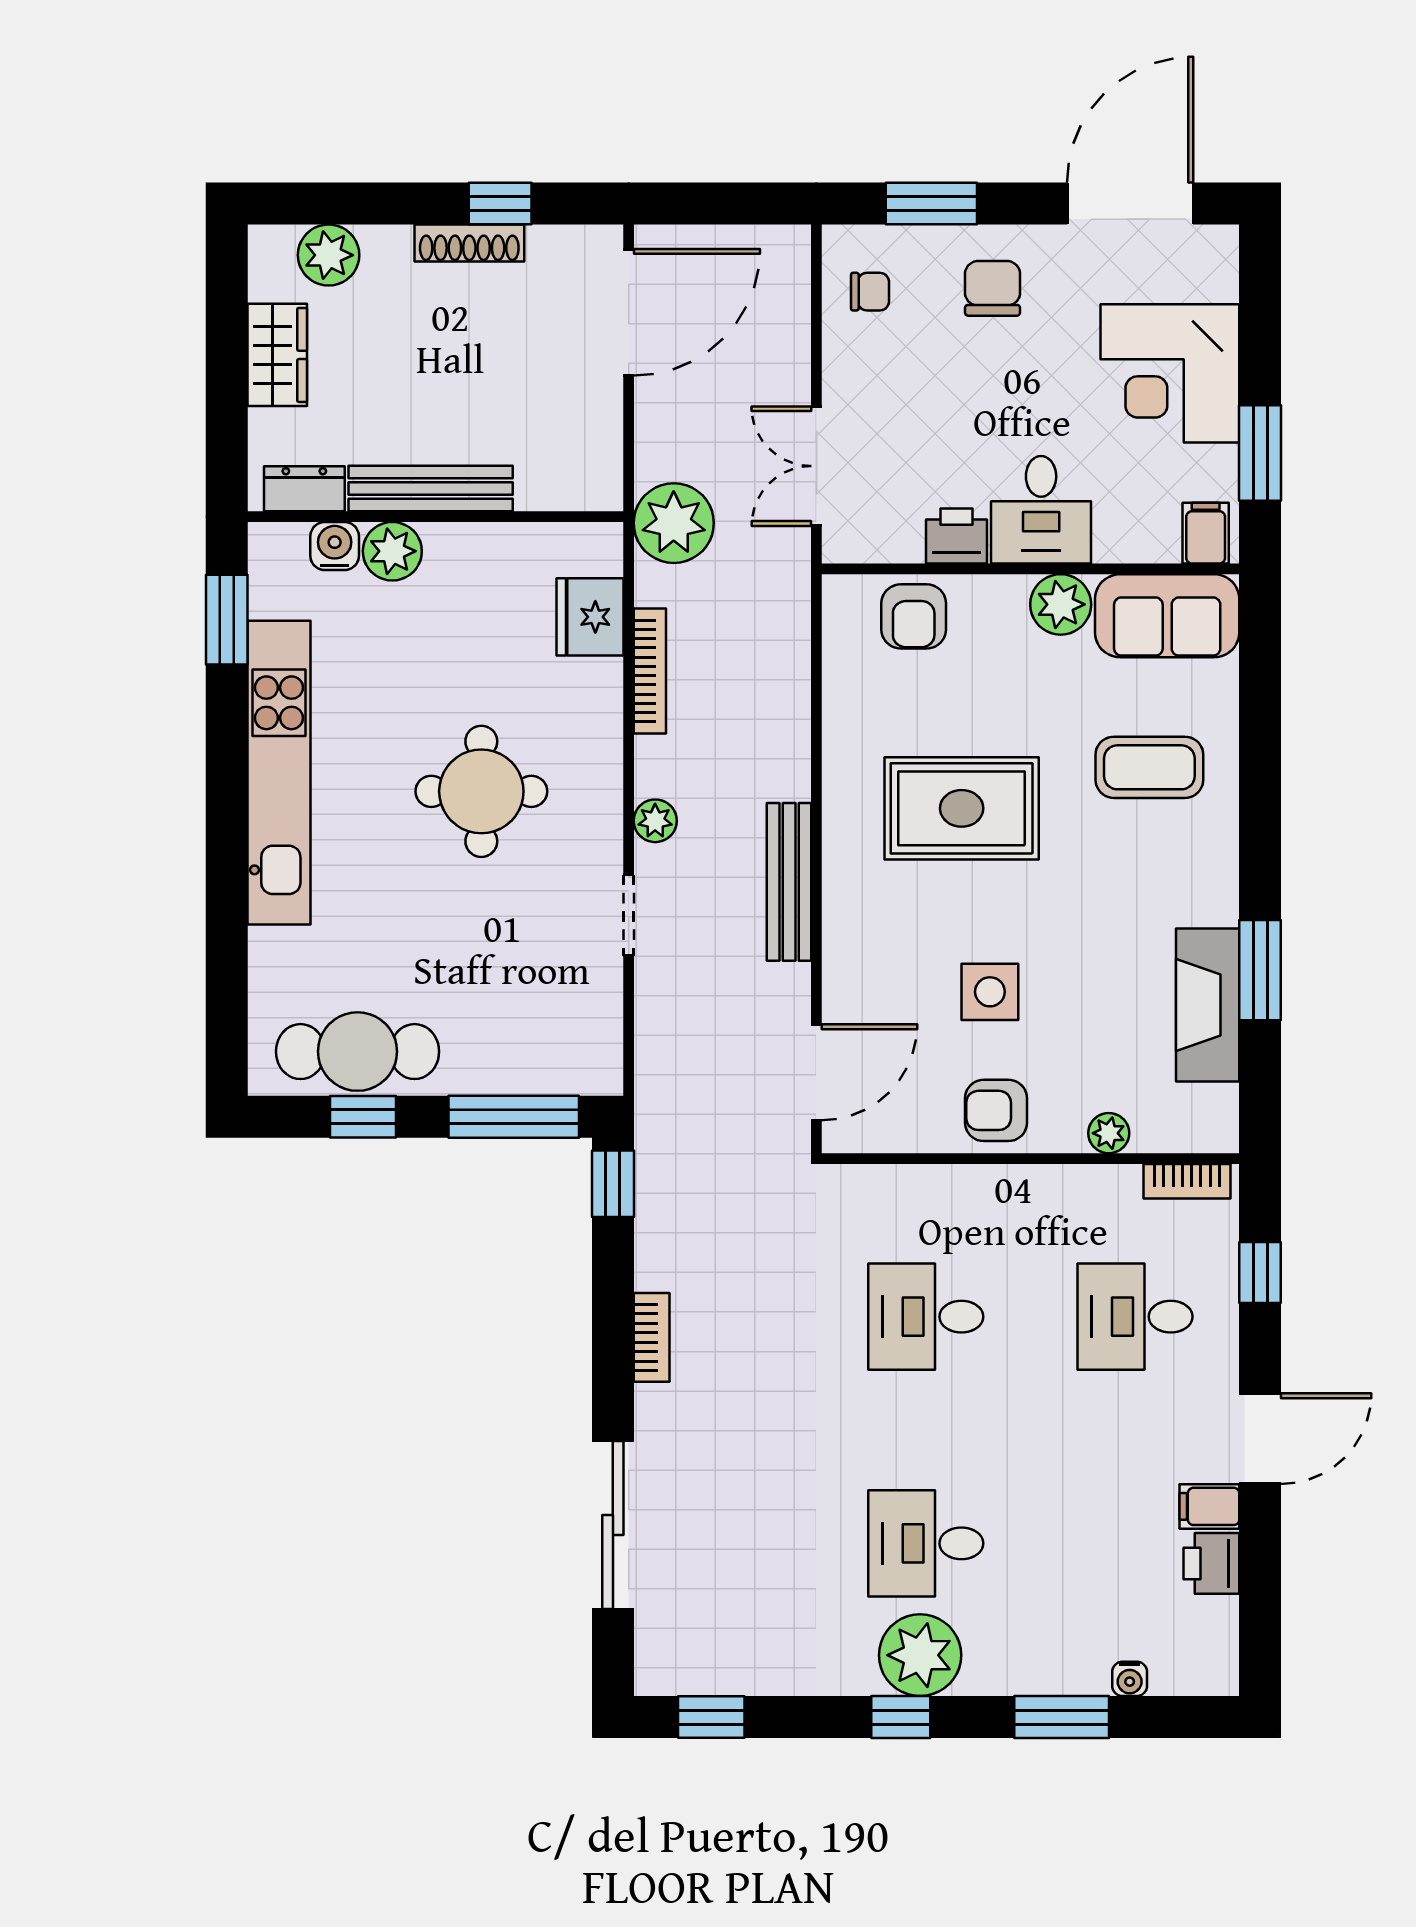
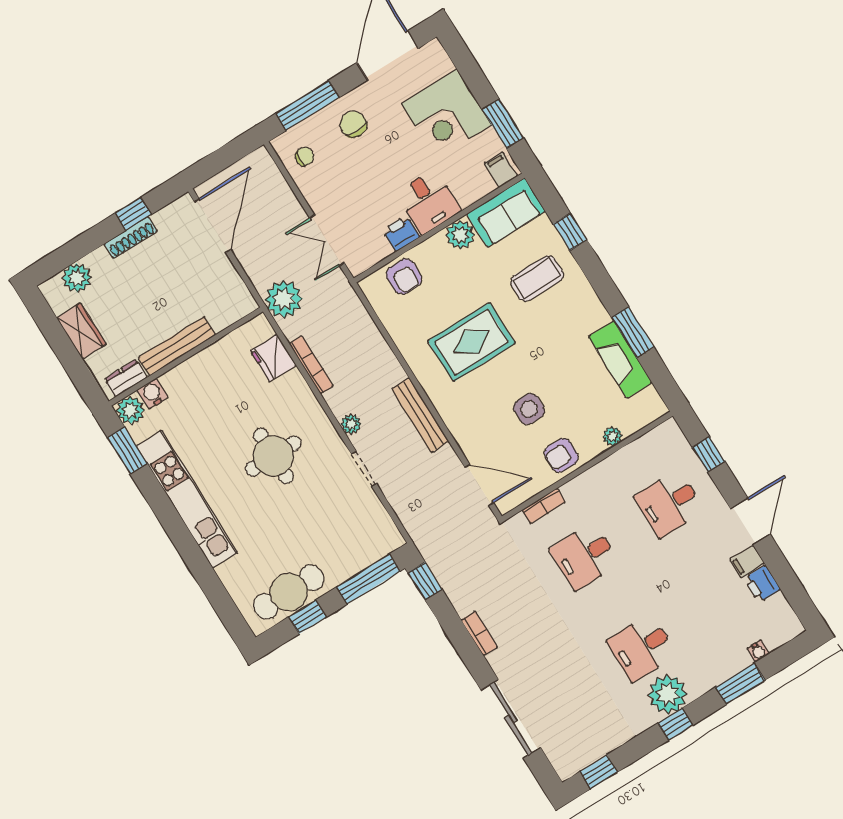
window: (931, 204) -> (307, 105), width x1.44
plant: (392, 551) -> (131, 410), moved
window: (1260, 721) -> (570, 232), added
door: (816, 1072) -> (479, 485), hinge flipped
bookcase: (1187, 1181) -> (544, 506), moved

